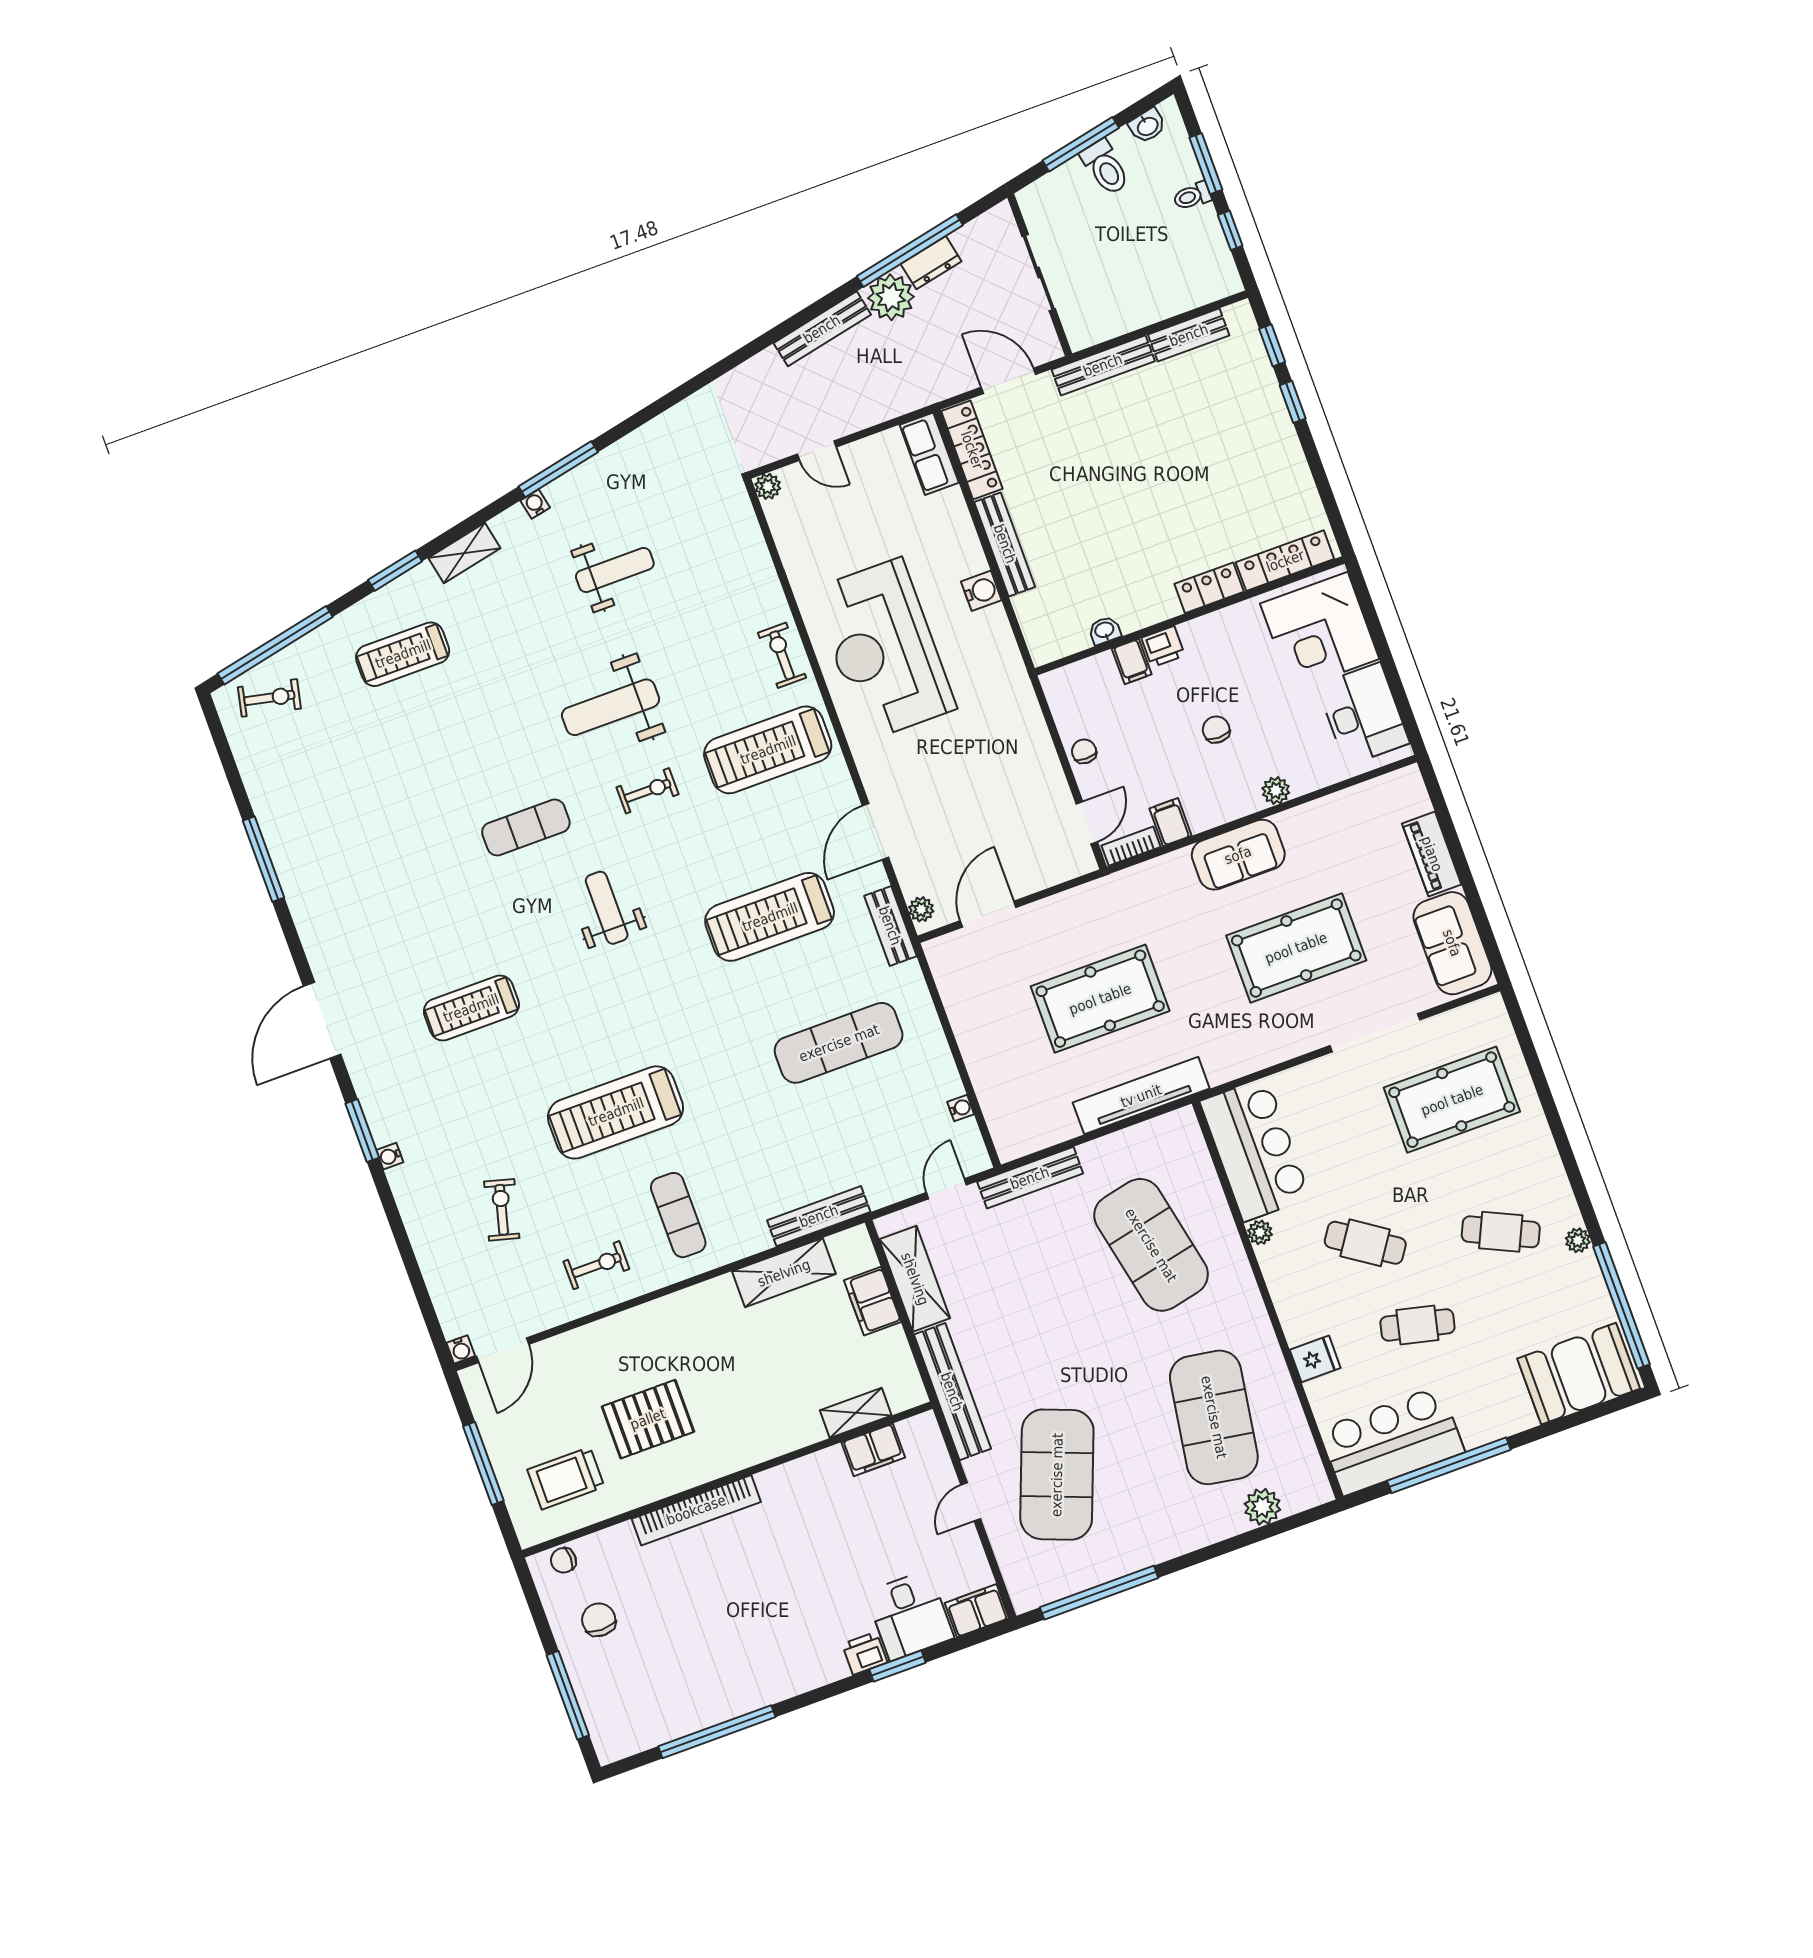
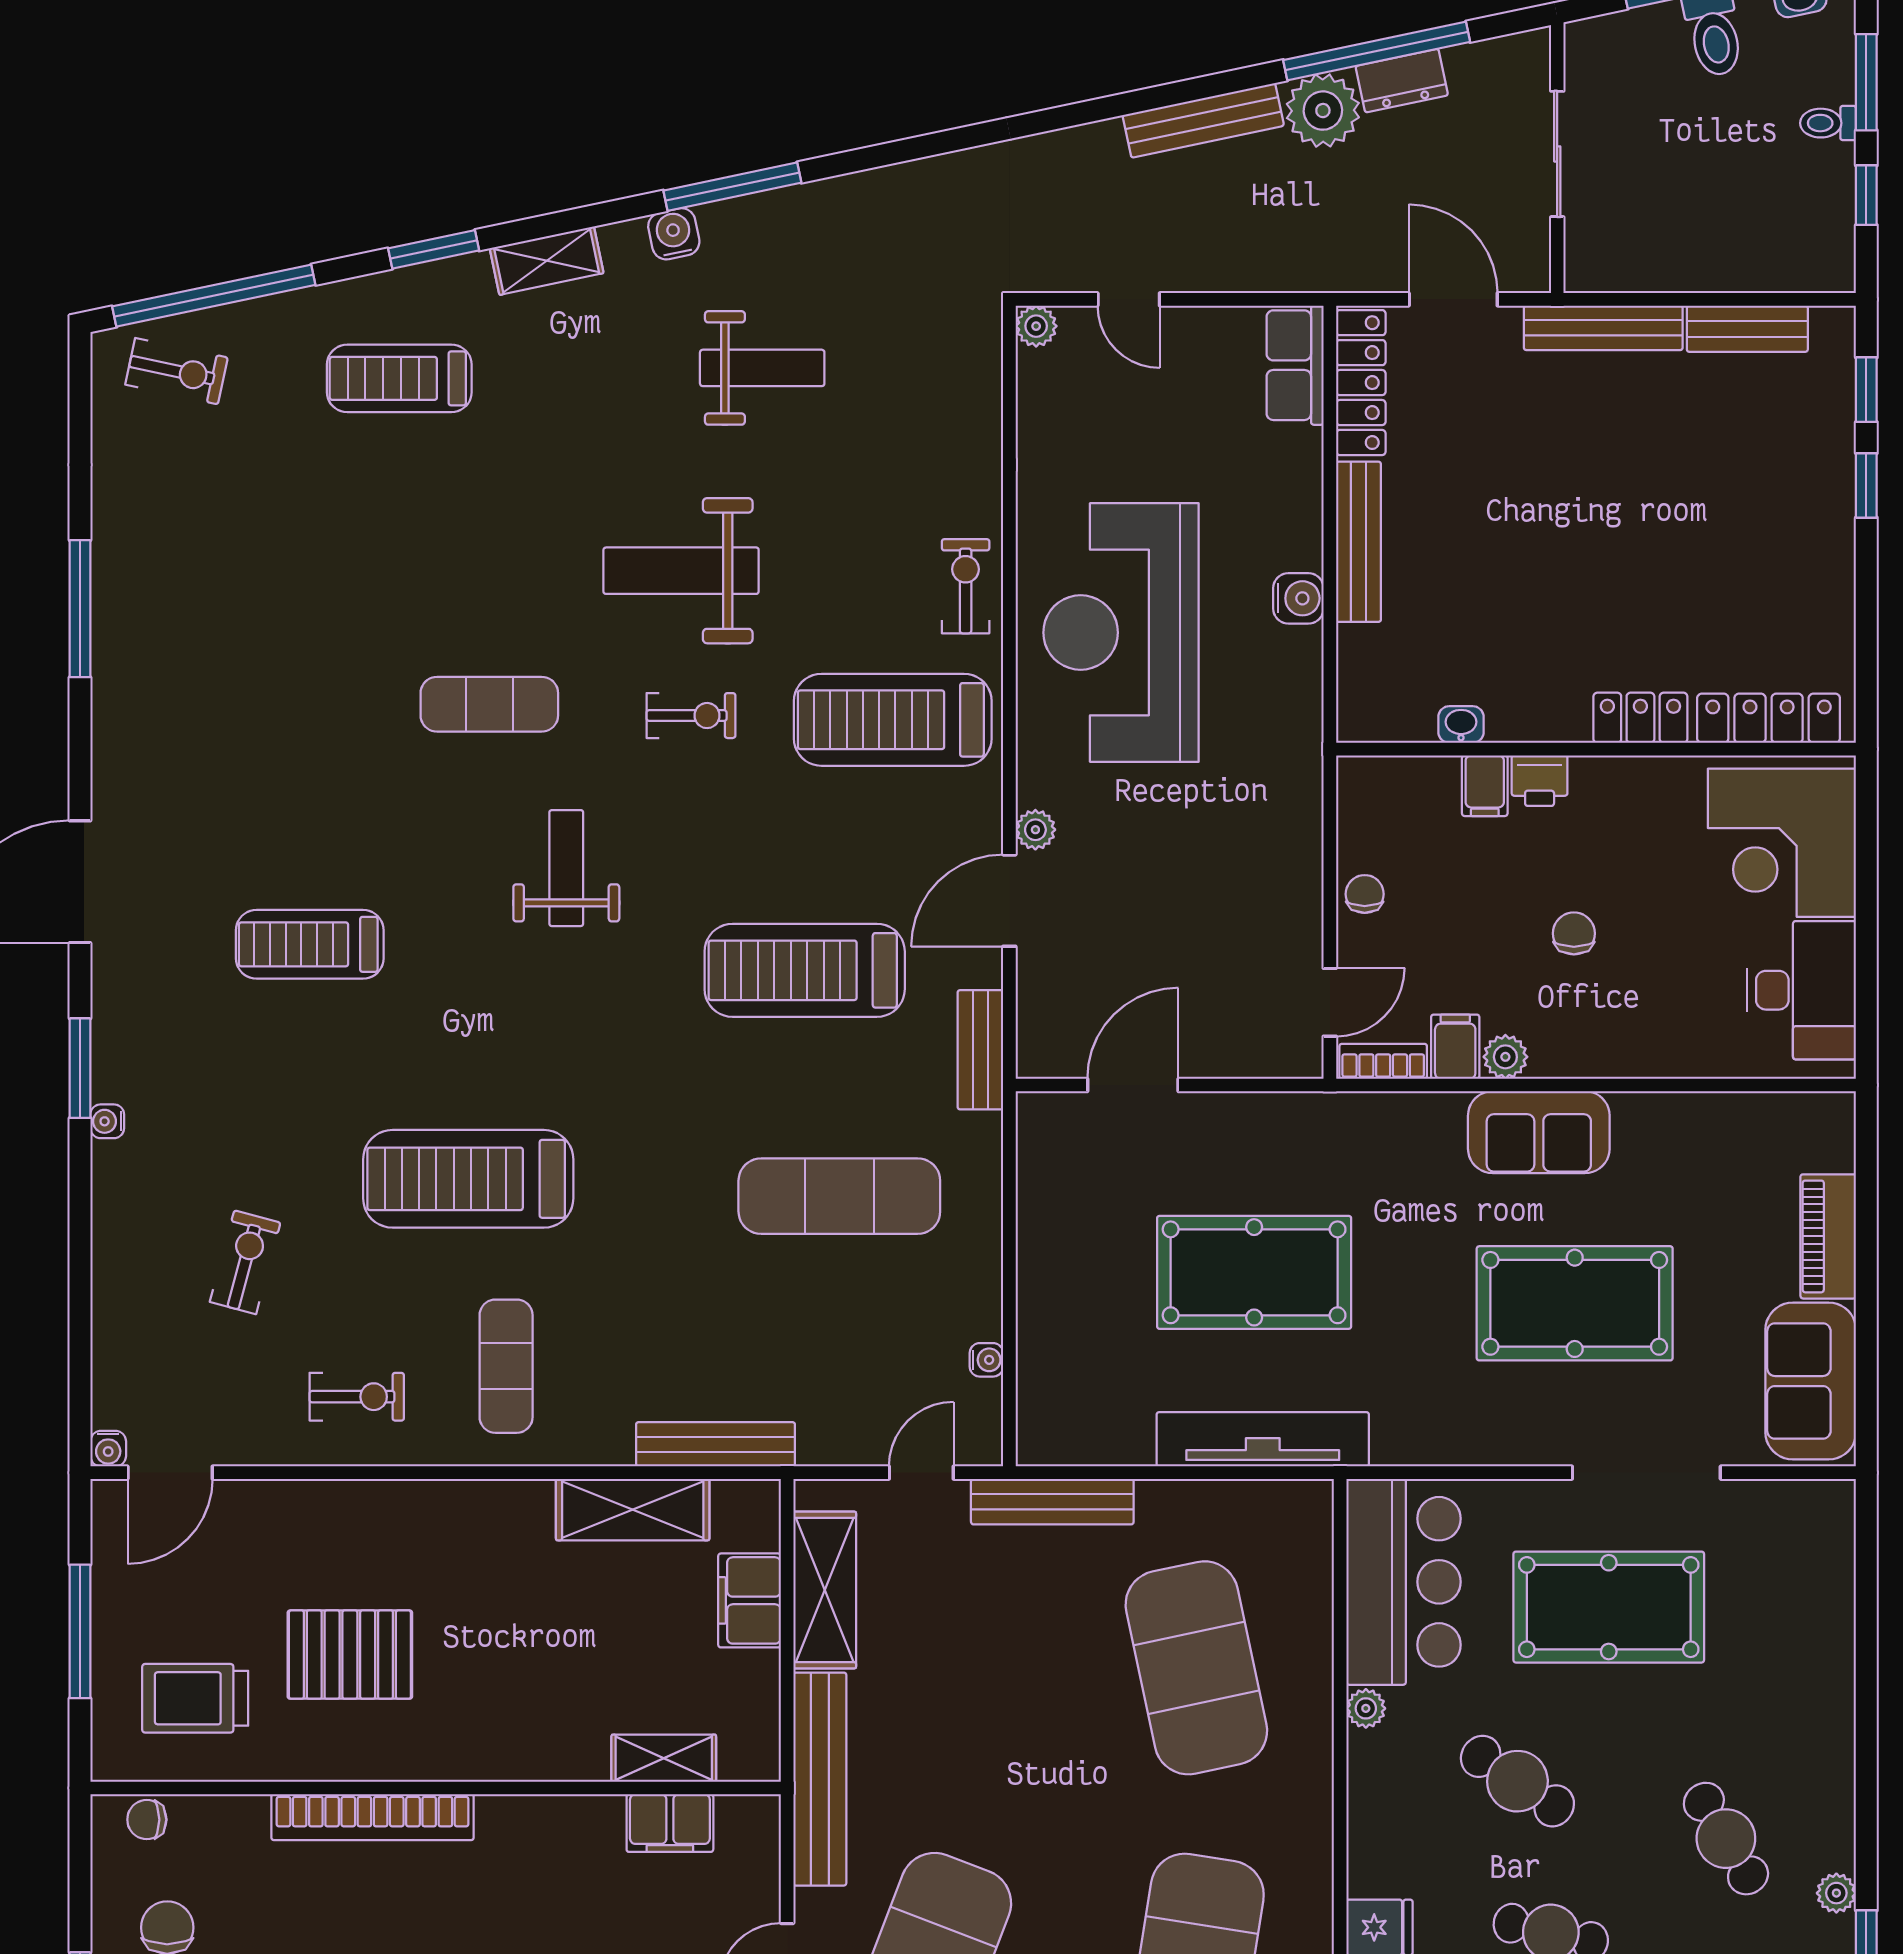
water cooler: (535, 504) -> (674, 234), width x1.38, depth x1.38
plant: (1276, 791) -> (1505, 1057), moved
plant: (921, 909) -> (1035, 830), moved
pool table: (1452, 1100) -> (1609, 1607), moved
cafe table: (1501, 1232) -> (1726, 1839), turned 34

